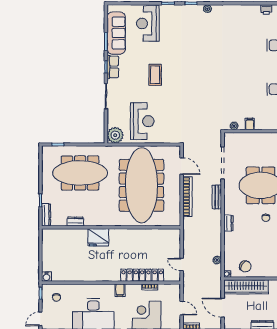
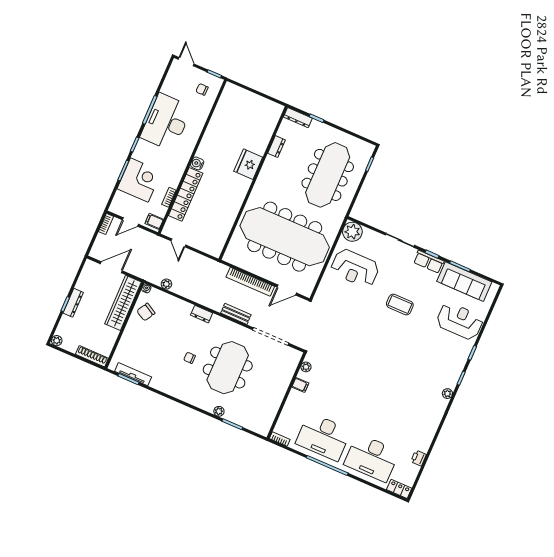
door: (182, 265) -> (178, 243), swing flipped
water cooler: (46, 277) -> (197, 163), moved
filing cabinet: (120, 290) -> (154, 221), moved

